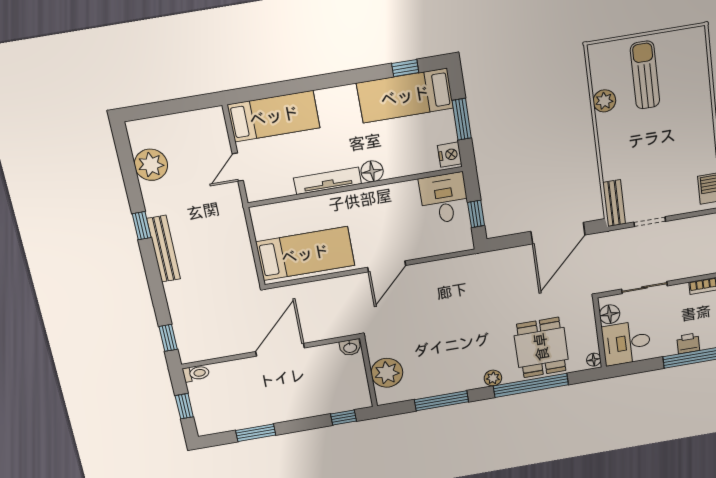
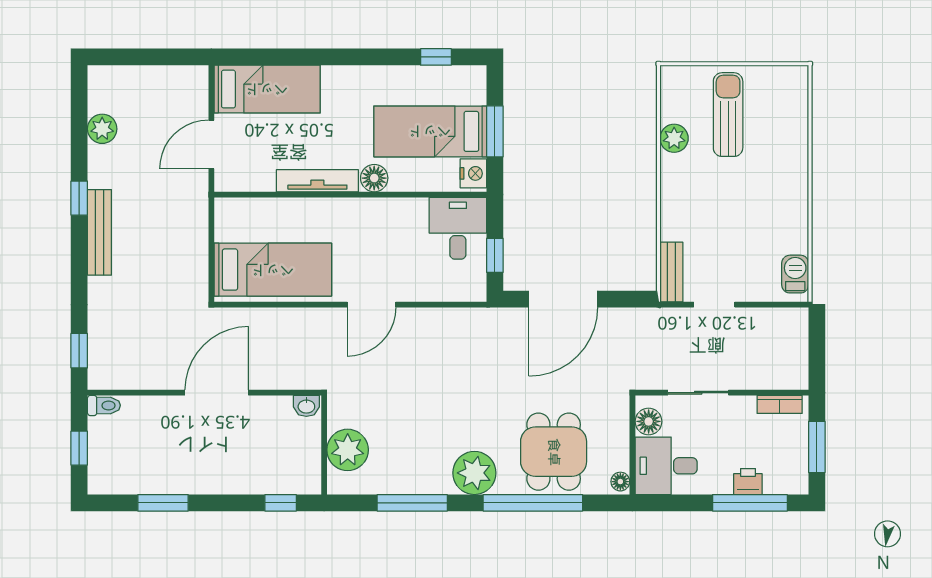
bed: (405, 96) -> (430, 131), moved
plant: (151, 165) -> (102, 129), width x0.73, depth x0.73
door: (238, 167) -> (211, 144), width x1.38
door: (558, 233) -> (563, 299), moved
plant: (493, 378) -> (474, 473), width x1.88, depth x1.88

